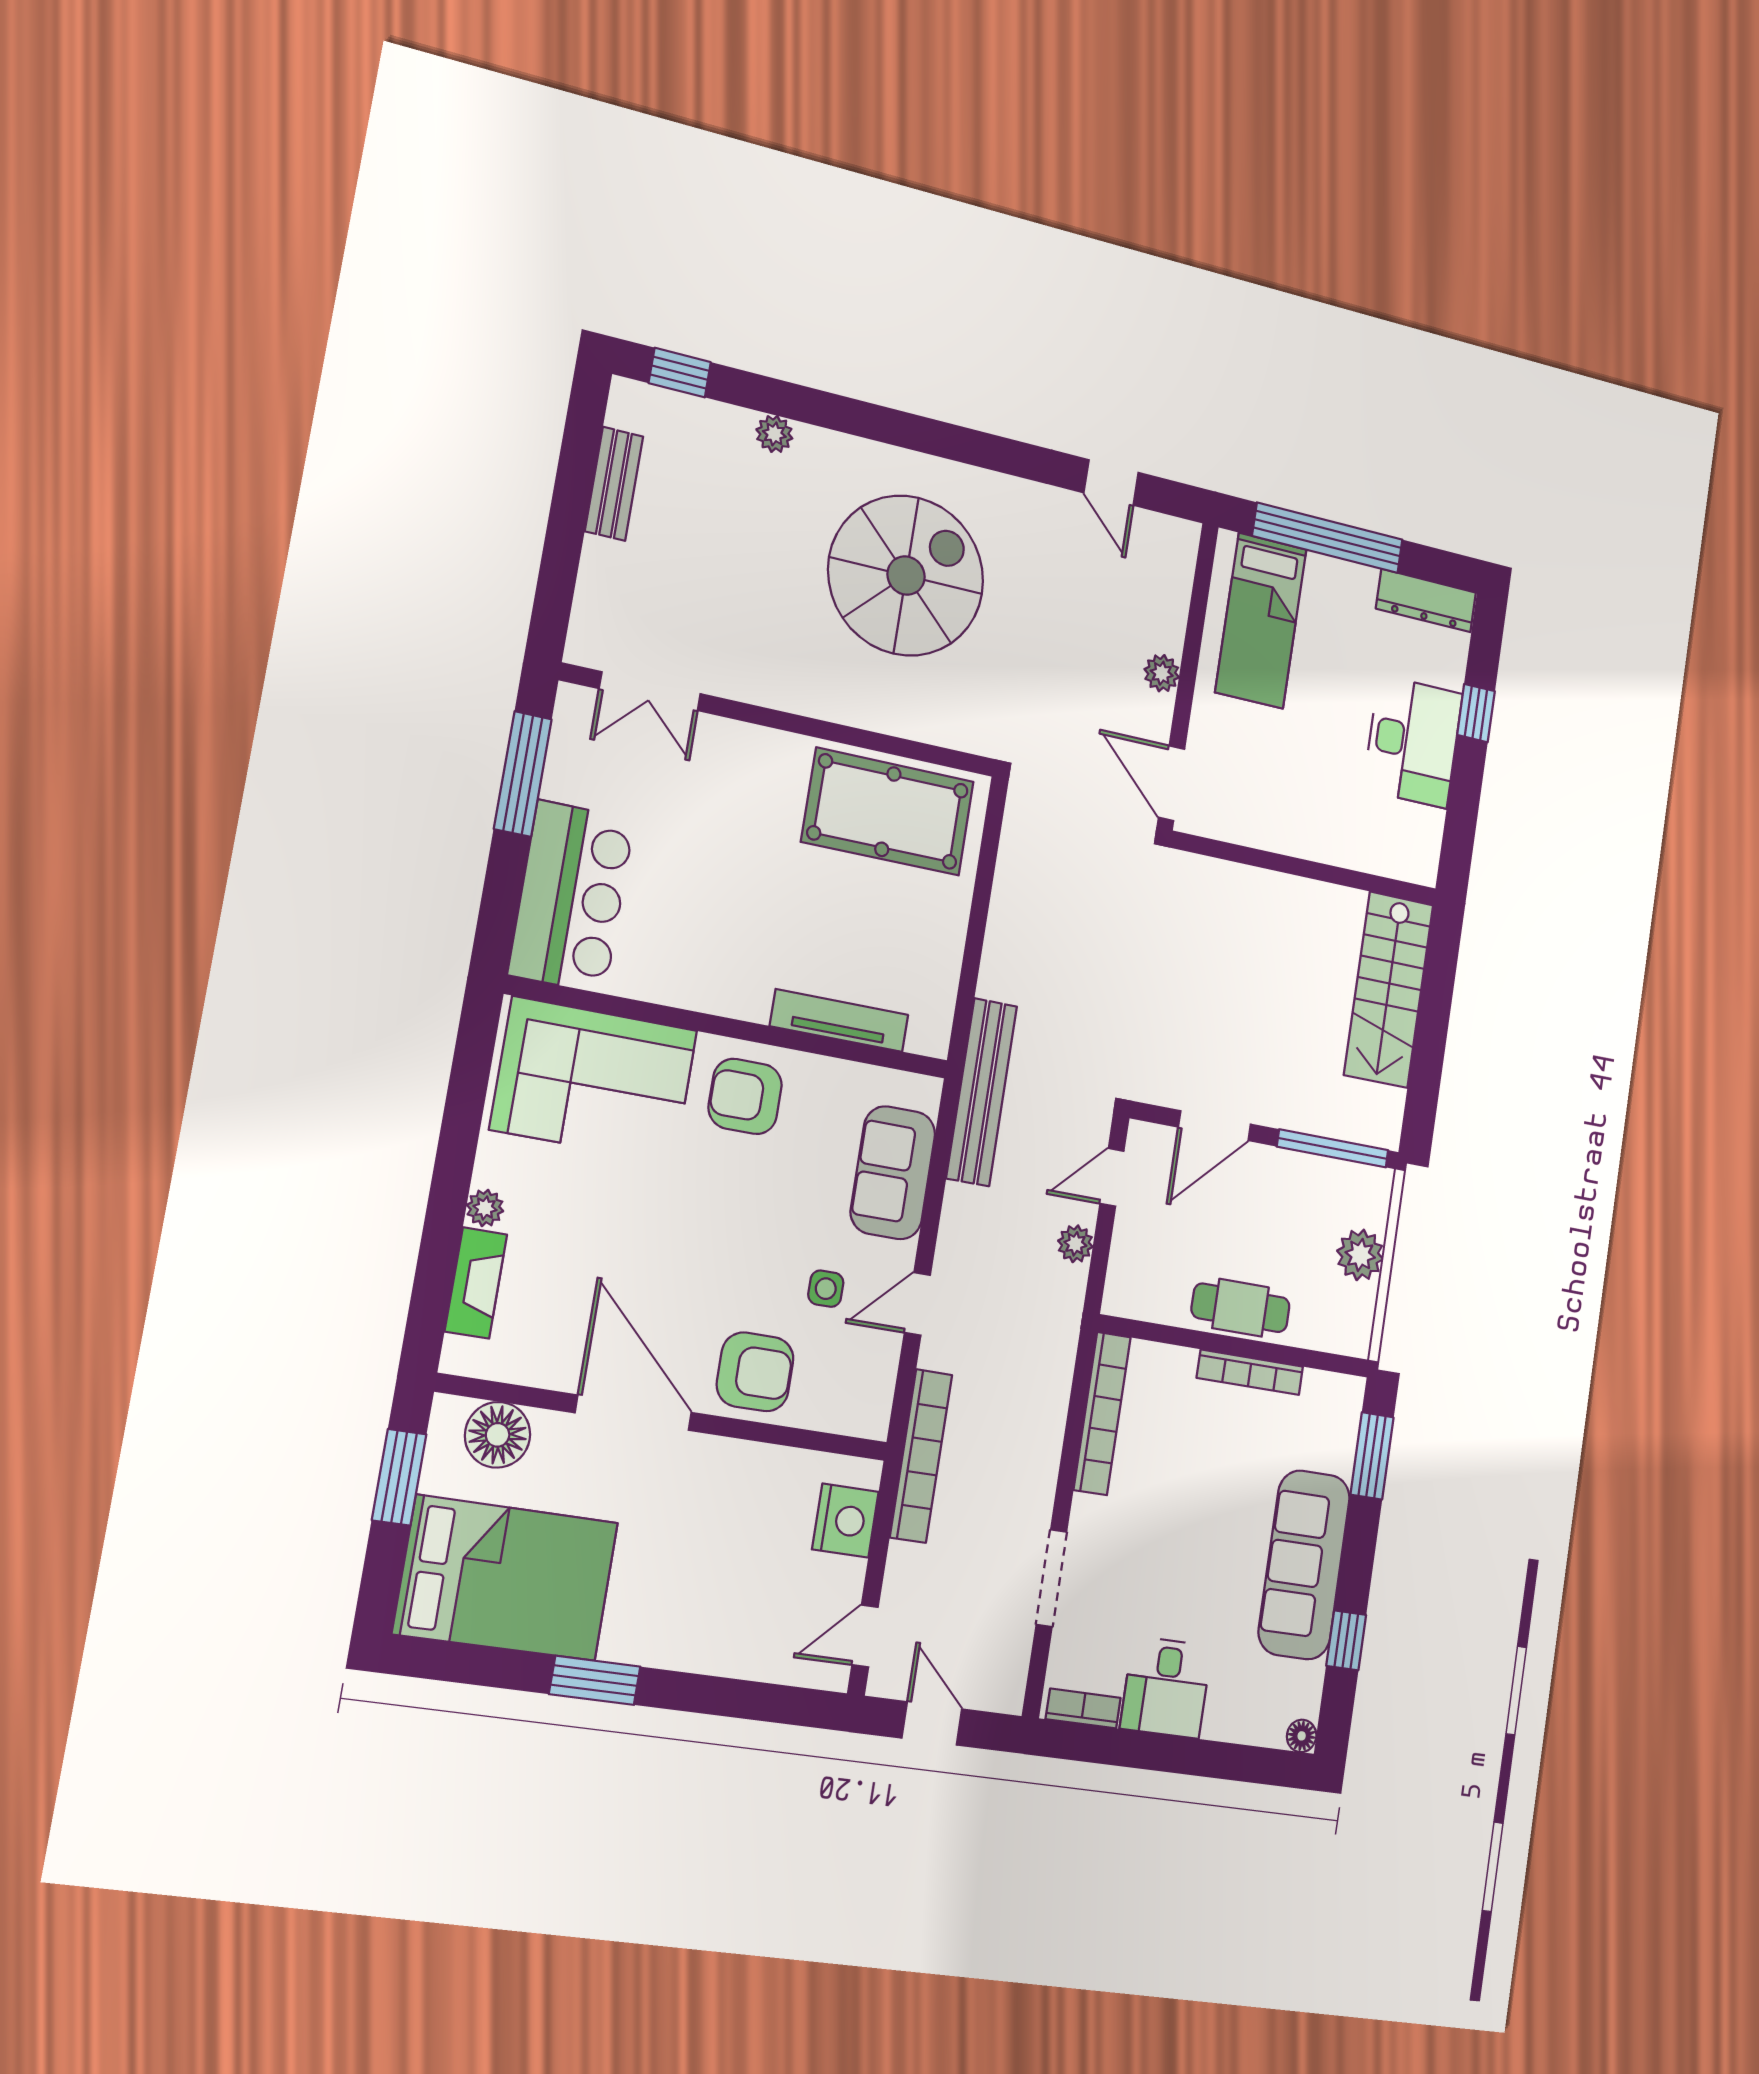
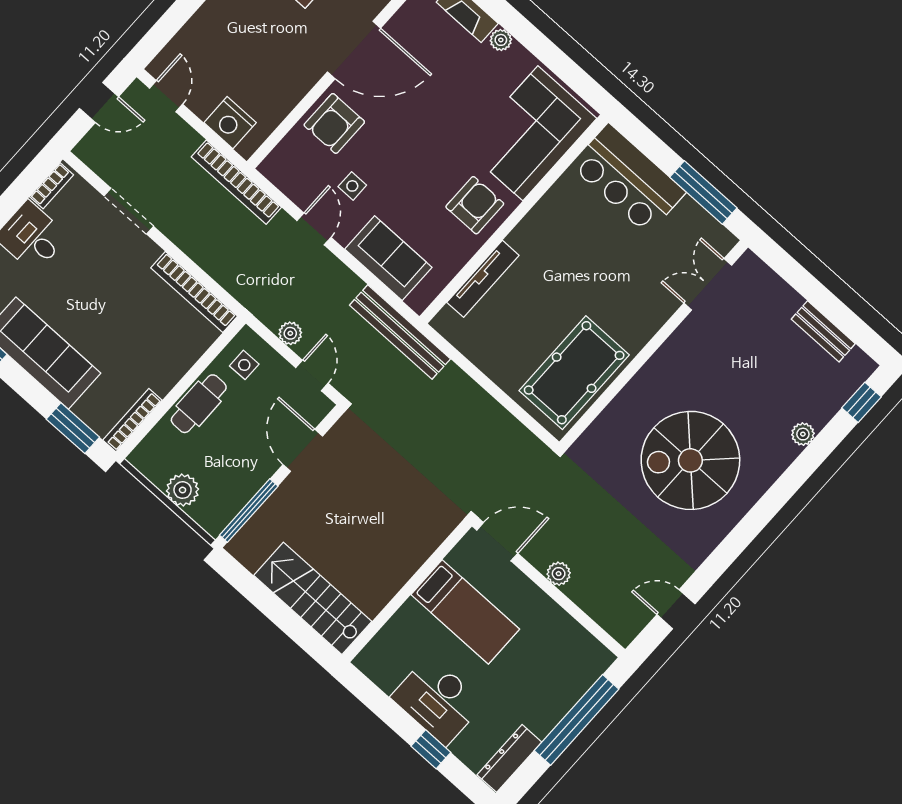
spiral stairs: (906, 576) -> (690, 460), turned 90
bed: (1261, 621) -> (465, 612), moved, turned 180
side table: (1154, 1279) -> (244, 365), added
bookcase: (1250, 1372) -> (132, 420), moved

